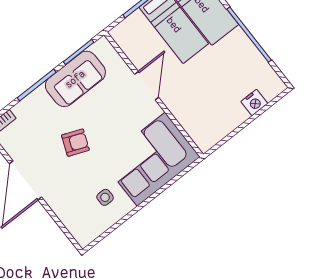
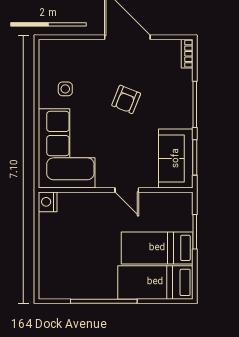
sofa: (75, 79) -> (176, 158), moved
door: (147, 86) -> (127, 190), width x0.73
nightstand: (254, 103) -> (48, 202), moved

